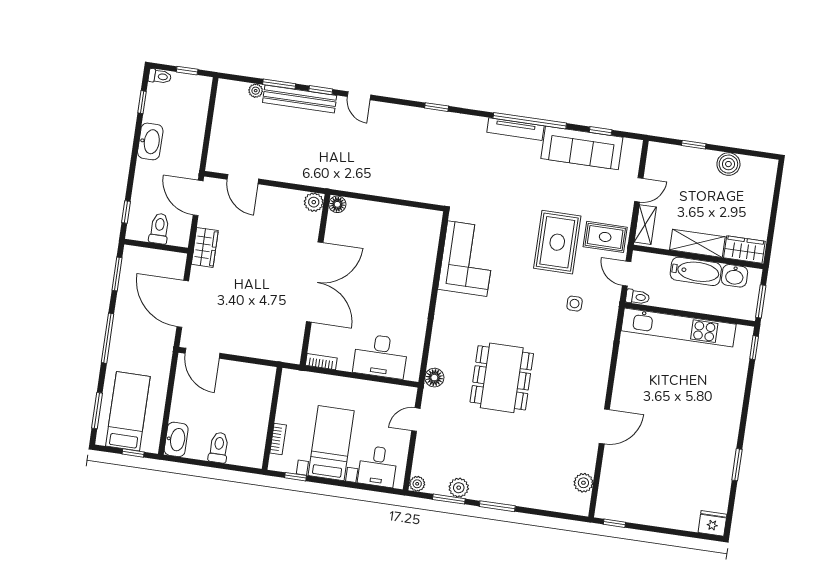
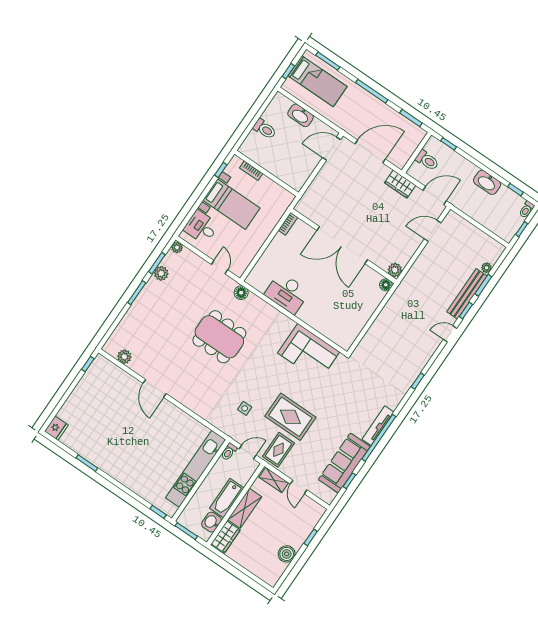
desk: (380, 356) -> (287, 293), moved, turned -90
washbasin: (176, 439) -> (301, 115), moved

